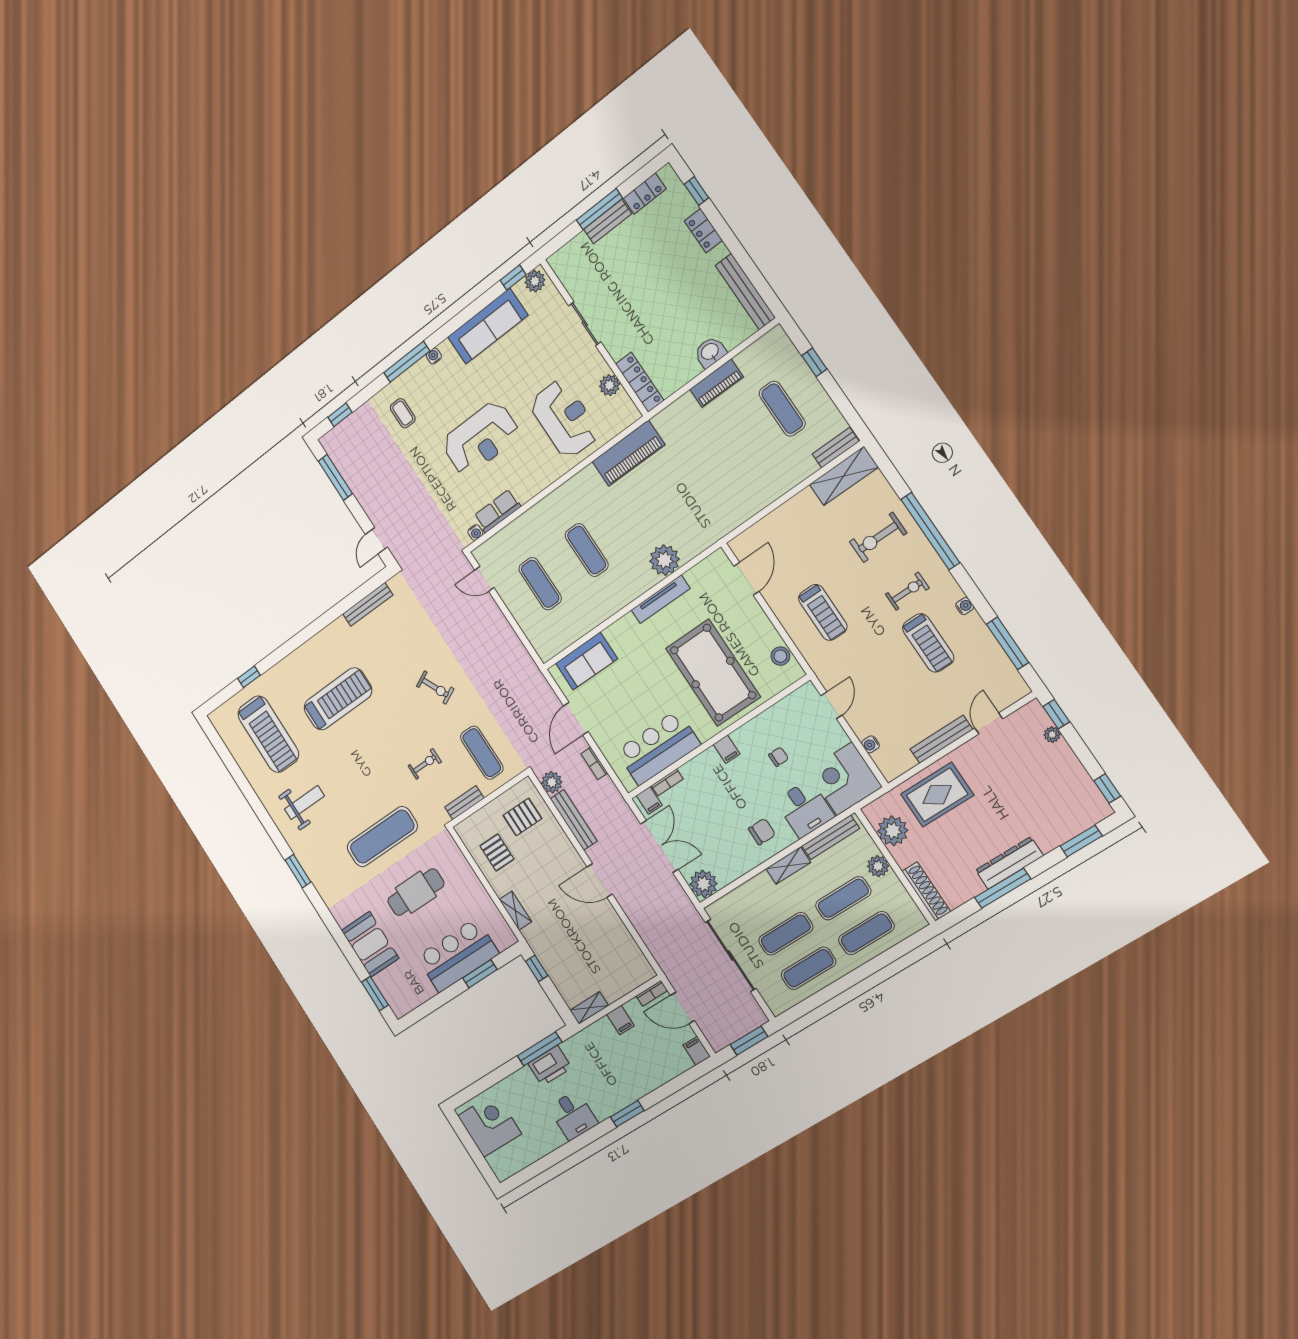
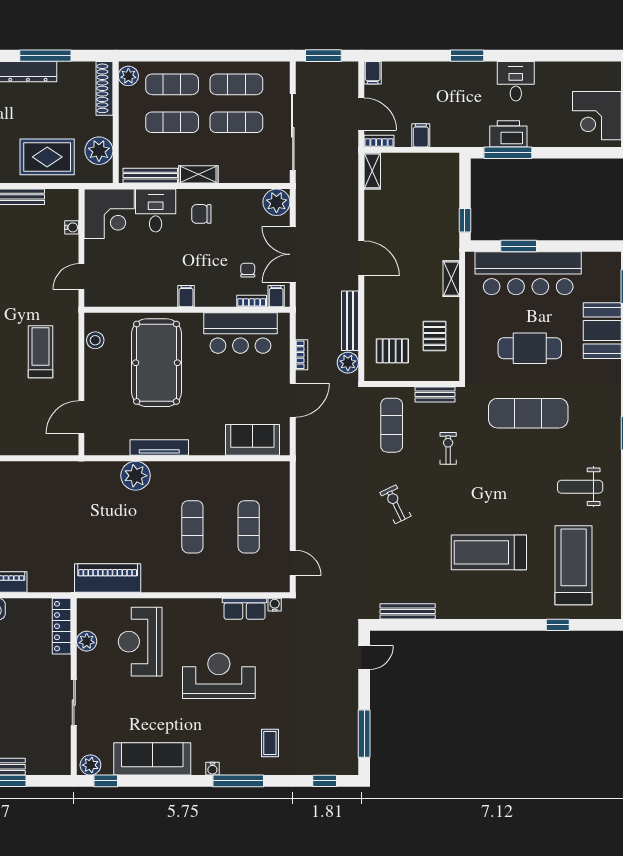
chair: (779, 757) -> (248, 270), moved, turned 90
exercise bike: (425, 764) -> (448, 448), turned 90
plant: (878, 866) -> (128, 76), moved
bar counter: (458, 955) -> (528, 273), width x1.36
shelving: (589, 1008) -> (372, 171), moved, turned 90

